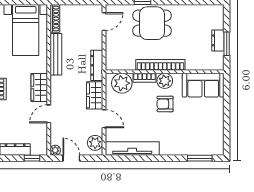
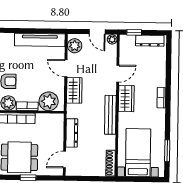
bench: (56, 54) -> (110, 115), moved
dresser: (97, 65) -> (72, 133), moved

